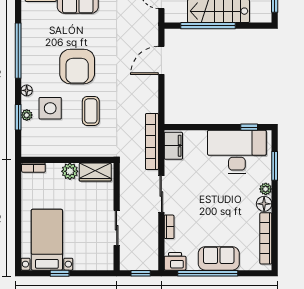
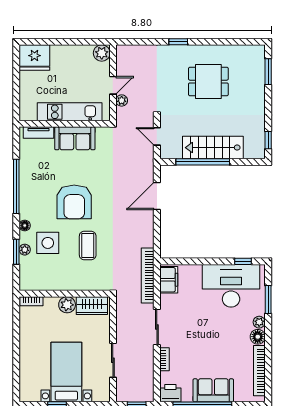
bed with nightstands: (47, 240) -> (66, 372), moved

